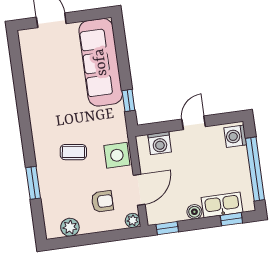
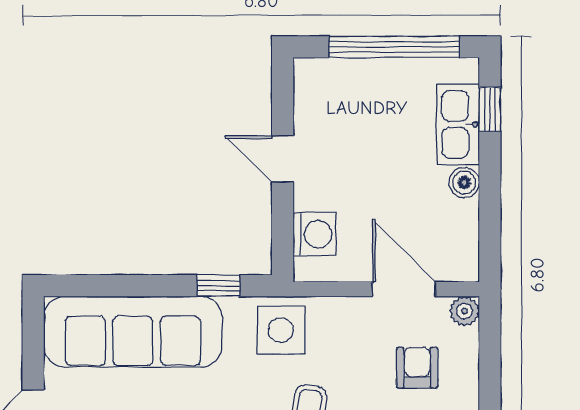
washing machine: (235, 136) -> (322, 78), removed
side table: (117, 155) -> (281, 330), moved
window: (167, 228) -> (490, 243), removed

